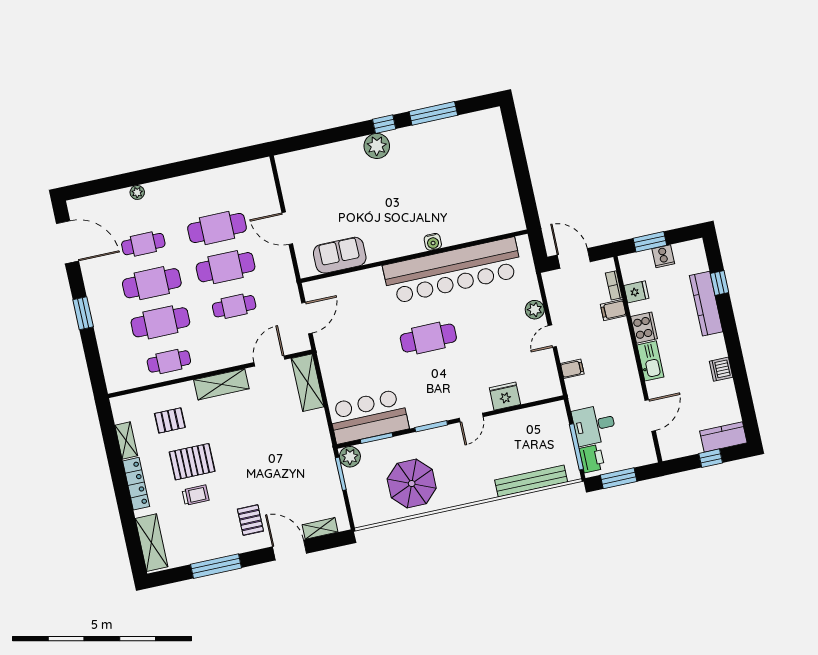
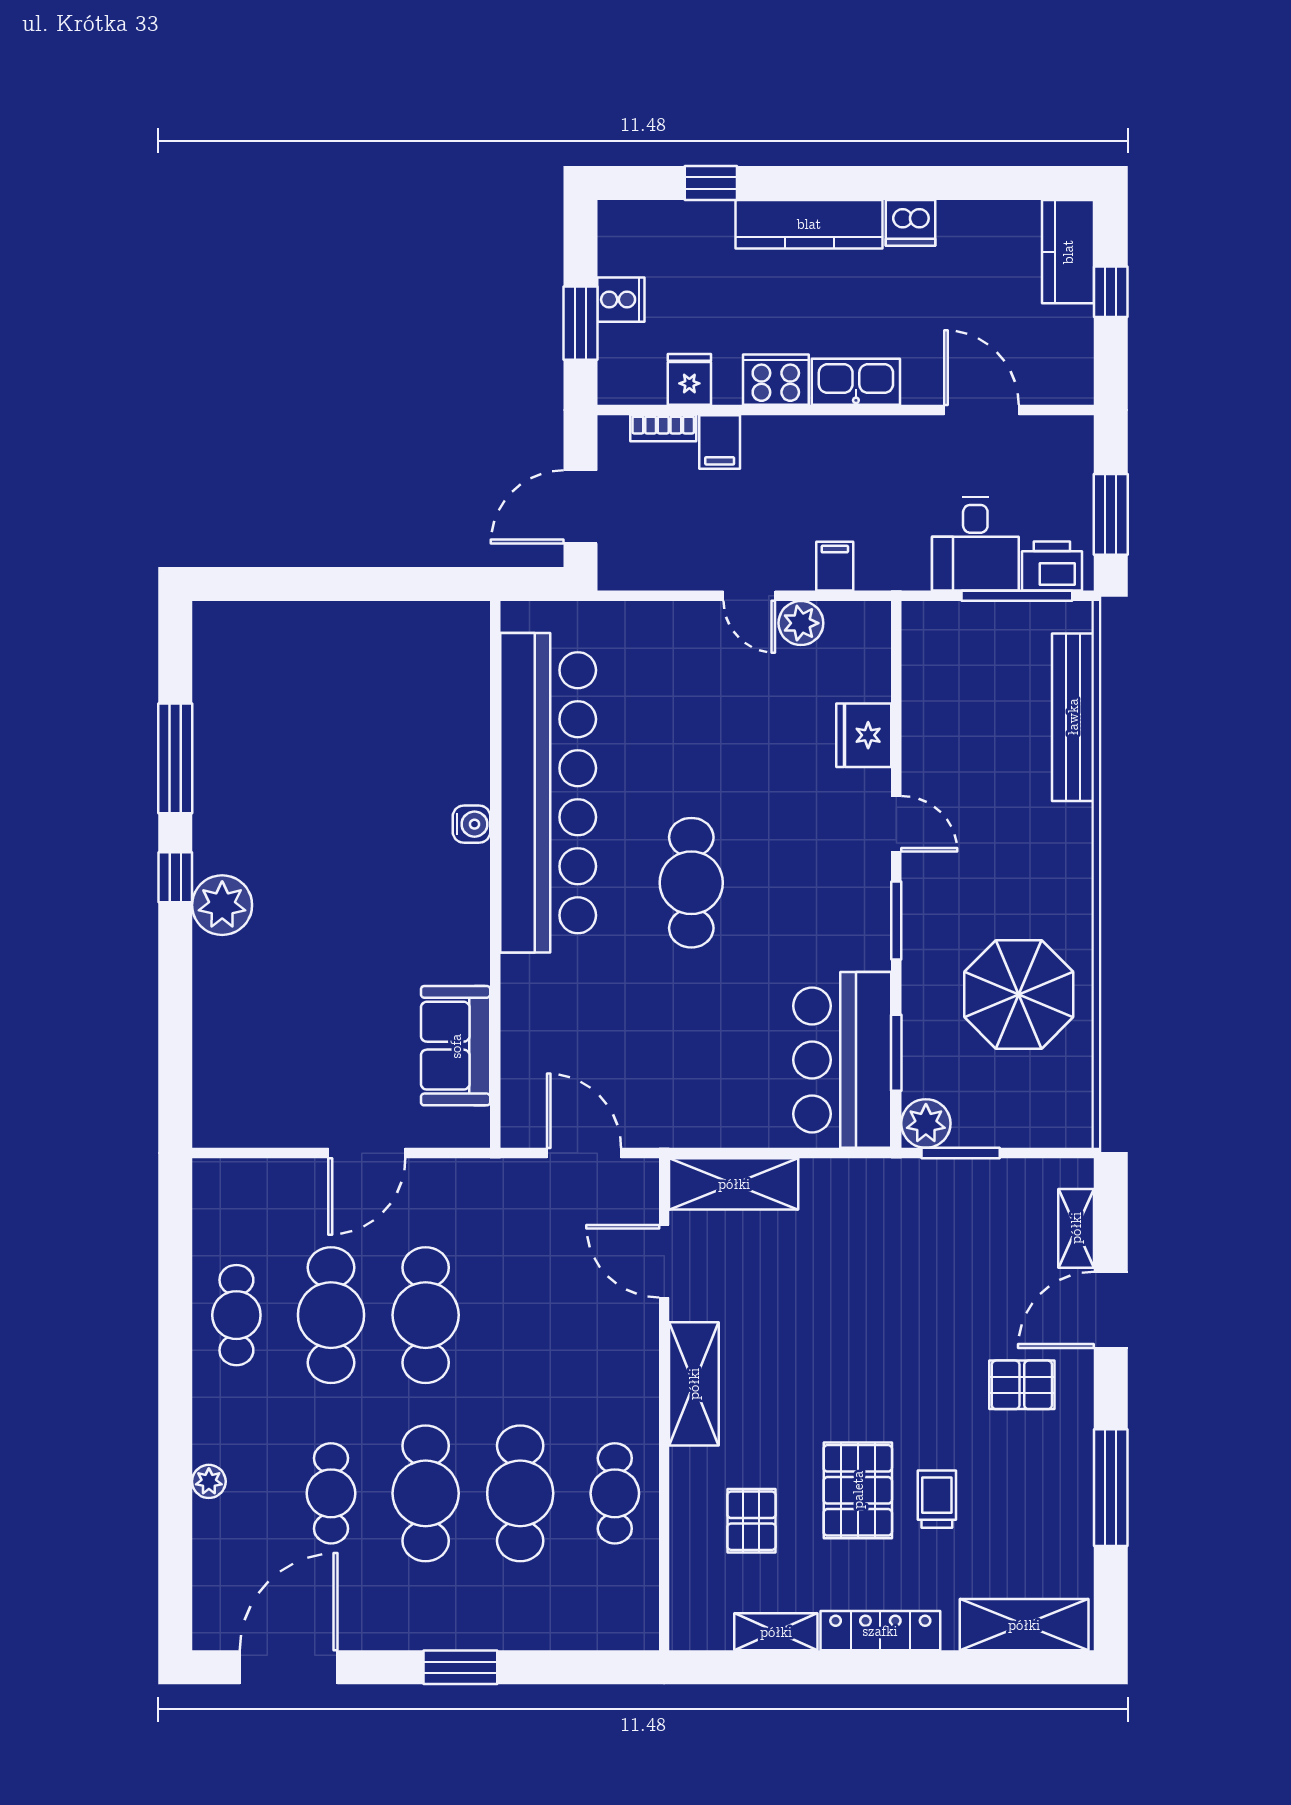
kitchen counter: (706, 304) -> (809, 224), moved
cafe table: (234, 306) -> (236, 1315), moved
plant: (535, 310) -> (801, 623), moved

